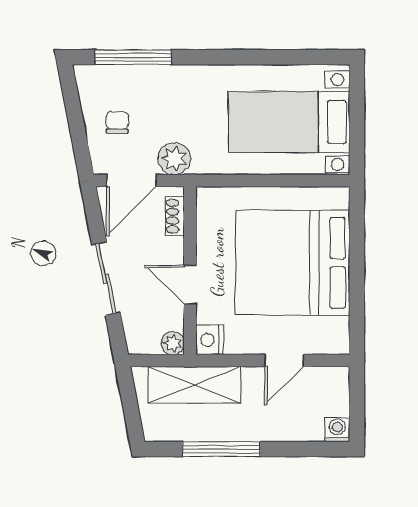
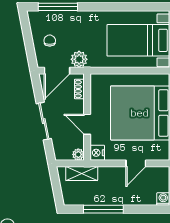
shelving: (195, 385) -> (82, 174), width x0.67, depth x0.75

